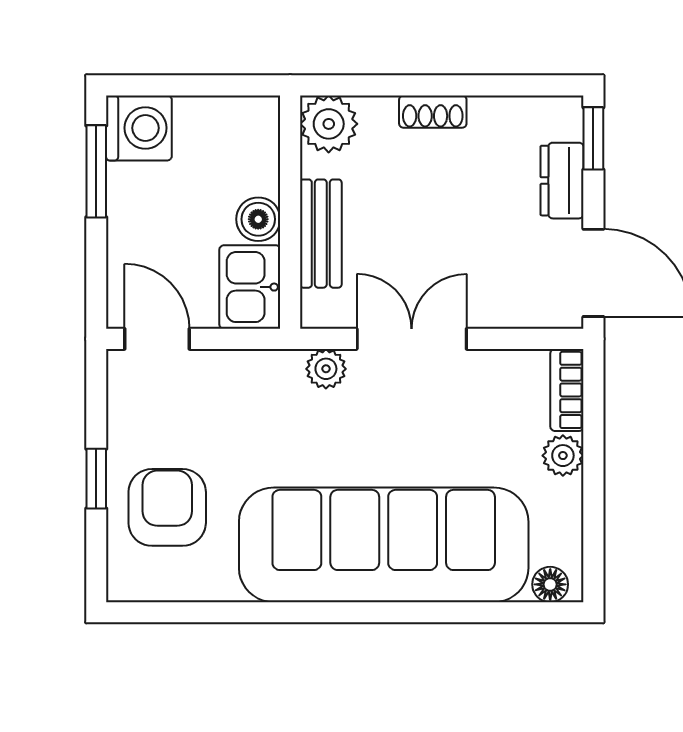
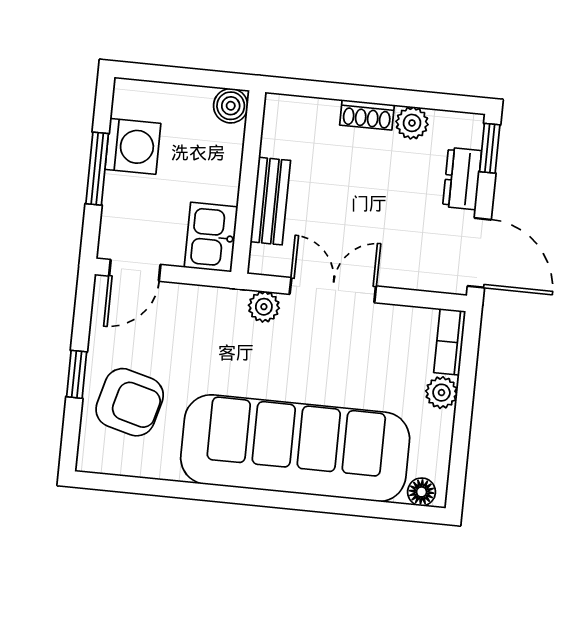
plant: (329, 124) -> (412, 123), moved, width x0.73, depth x0.73
washing machine: (139, 128) -> (133, 146), moved
window: (96, 171) -> (97, 169), moved
boiler: (258, 219) -> (231, 106), moved
door: (157, 339) -> (135, 270), swing flipped
armchair: (167, 507) -> (130, 402), turned 105

